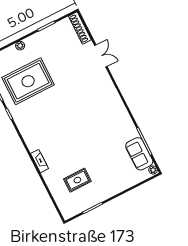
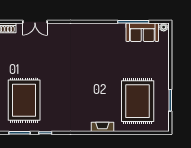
double door: (101, 56) -> (35, 22), swing flipped
rug: (77, 180) -> (138, 101), width x1.86, depth x2.06

